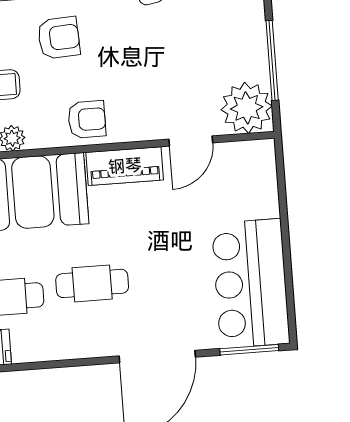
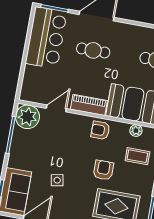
armchair: (59, 38) -> (103, 170), turned 93
cafe table: (92, 283) -> (93, 50), moved

